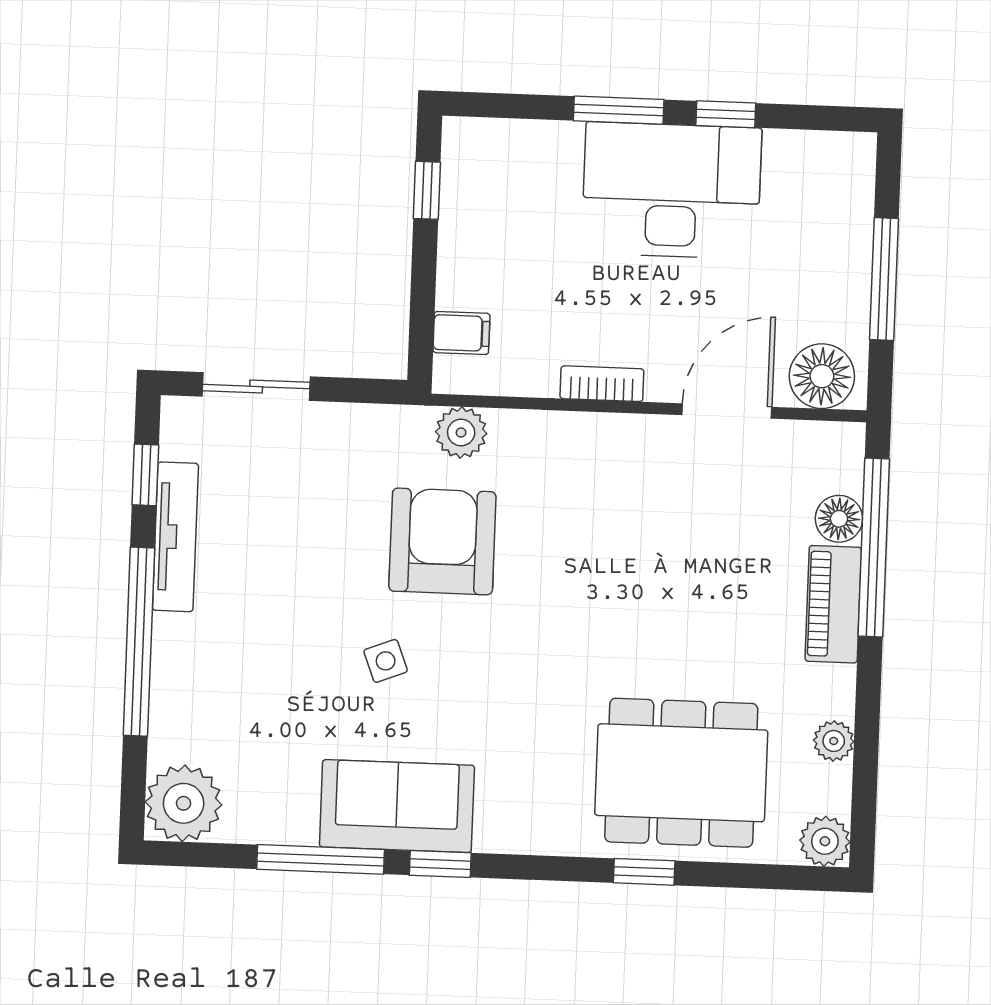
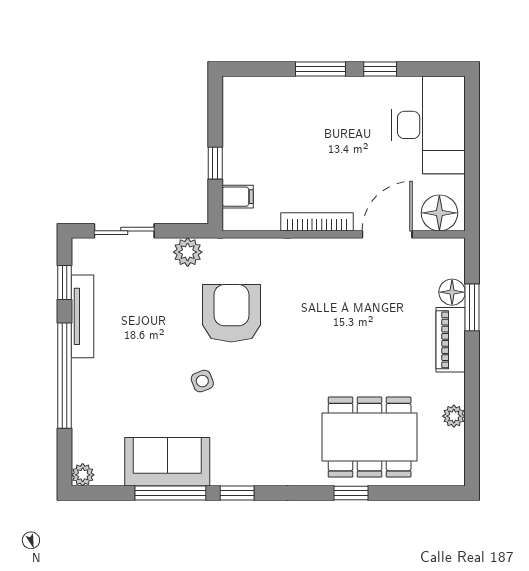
window: (427, 190) -> (215, 163), moved
desk: (672, 190) -> (428, 125), moved, turned 90
window: (884, 279) -> (472, 157), removed
bookcase: (602, 384) -> (317, 222), width x1.56
plant: (461, 433) -> (188, 252), moved
window: (874, 547) -> (472, 307), width x0.47
plant: (184, 803) -> (83, 475), width x0.53, depth x0.53
sofa: (397, 806) -> (167, 462), moved
plant: (825, 841) -> (451, 472), removed

